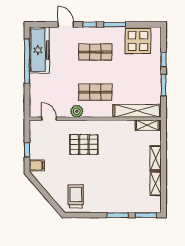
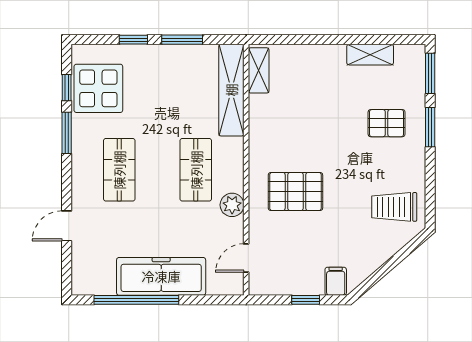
window: (90, 24) -> (67, 88), moved
freezer: (39, 50) -> (161, 276), moved
pallet: (84, 144) -> (295, 191), turned 90
shelving: (156, 158) -> (321, 55), removed
pallet: (120, 192) -> (387, 123), added

